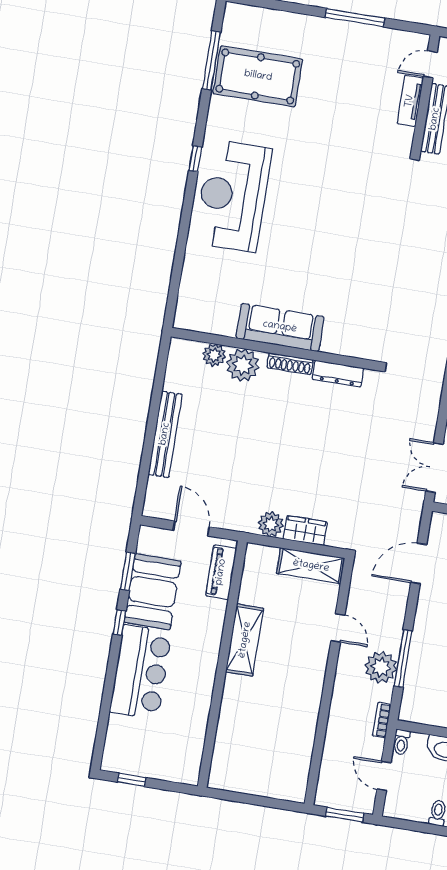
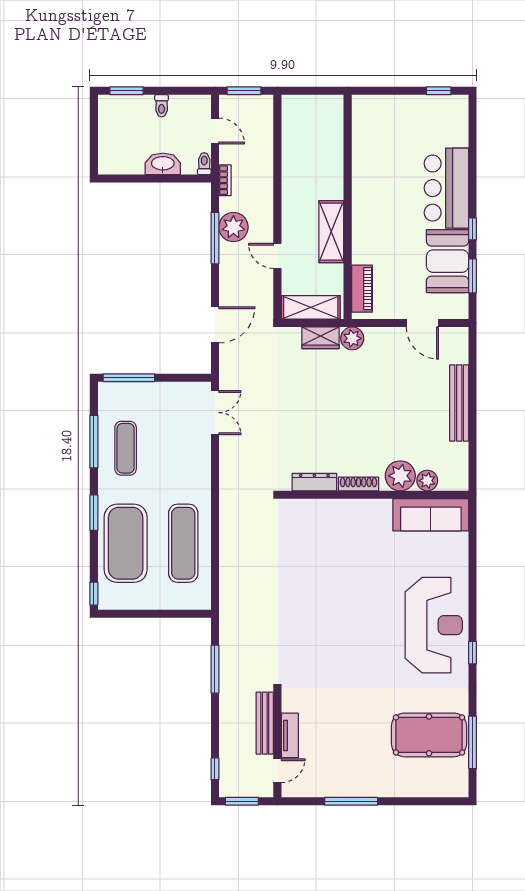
sofa: (280, 327) -> (431, 515), moved
piano: (221, 572) -> (362, 289), moved
shelving: (245, 640) -> (331, 232), moved
wall: (222, 664) -> (348, 207), moved

